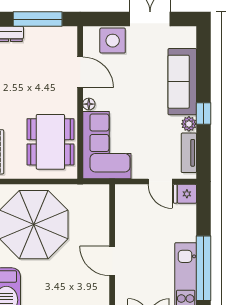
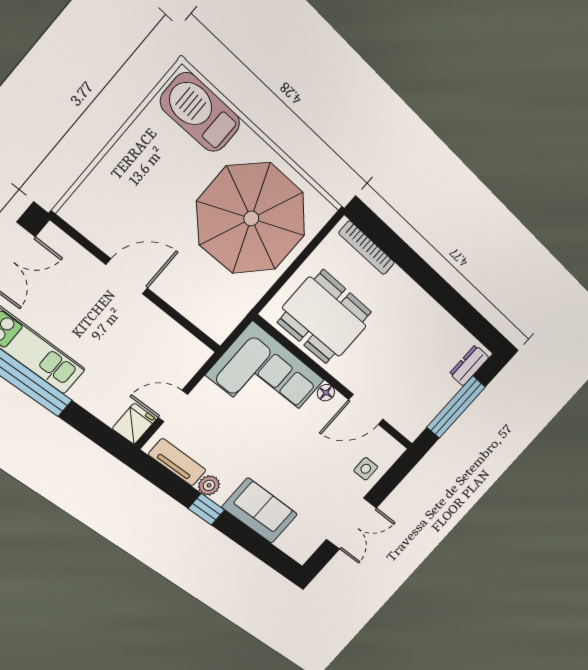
side table: (113, 41) -> (366, 469), width x0.54, depth x0.54
sofa: (182, 82) -> (260, 511), width x0.73

